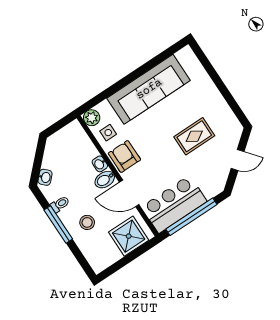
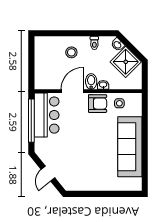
plant: (92, 118) -> (136, 99), removed
rug: (194, 136) -> (81, 156), removed
window: (58, 225) -> (82, 33), removed
shower: (129, 236) -> (126, 62), moved, turned 45

